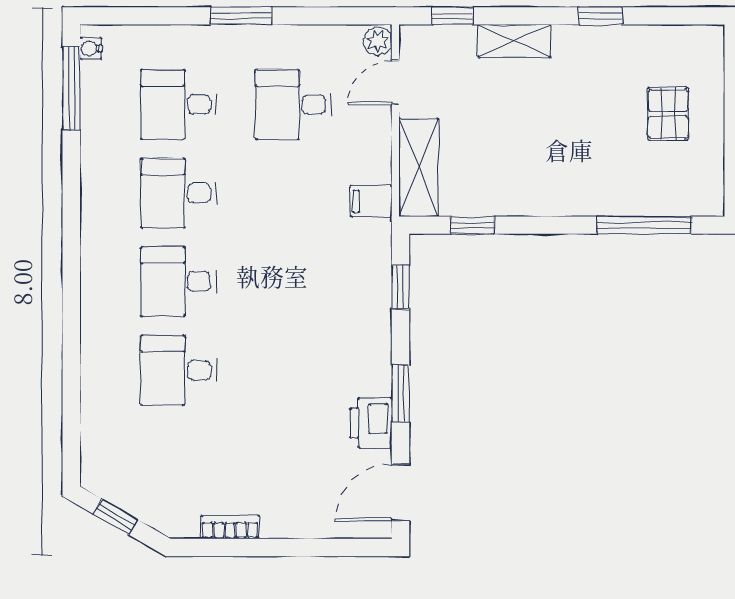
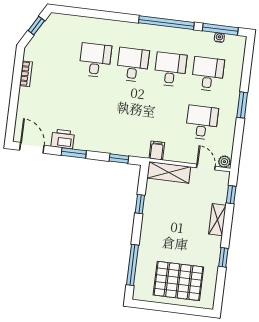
water cooler: (91, 48) -> (219, 38), moved
pallet: (668, 114) -> (178, 281), width x2.05, depth x2.00
window: (71, 216) -> (166, 23), added
window: (472, 225) -> (140, 204), moved

